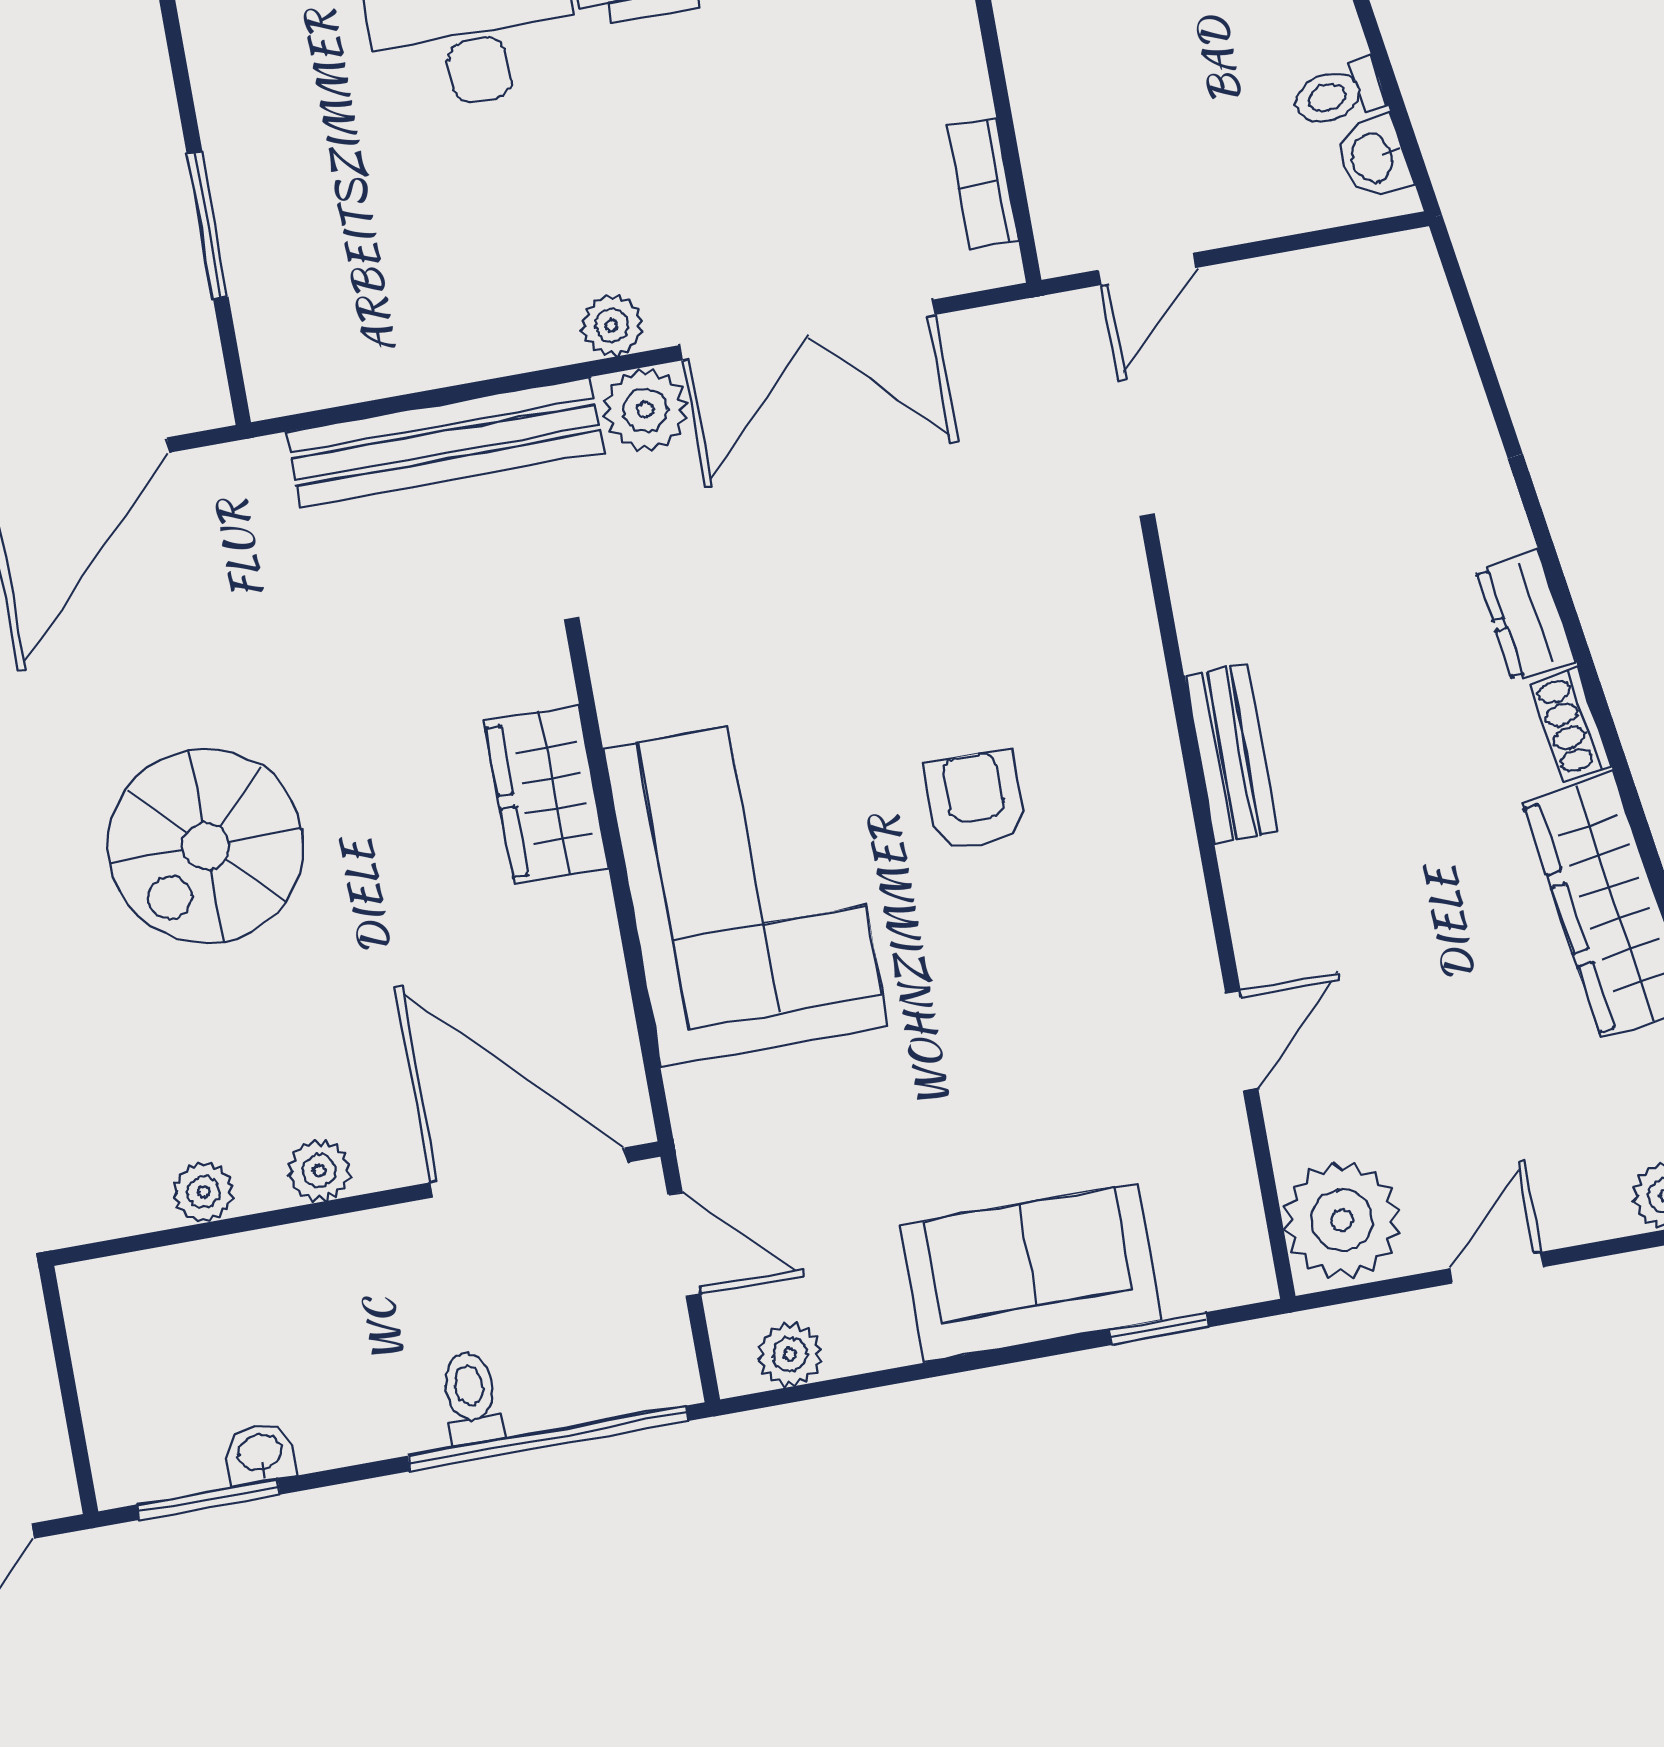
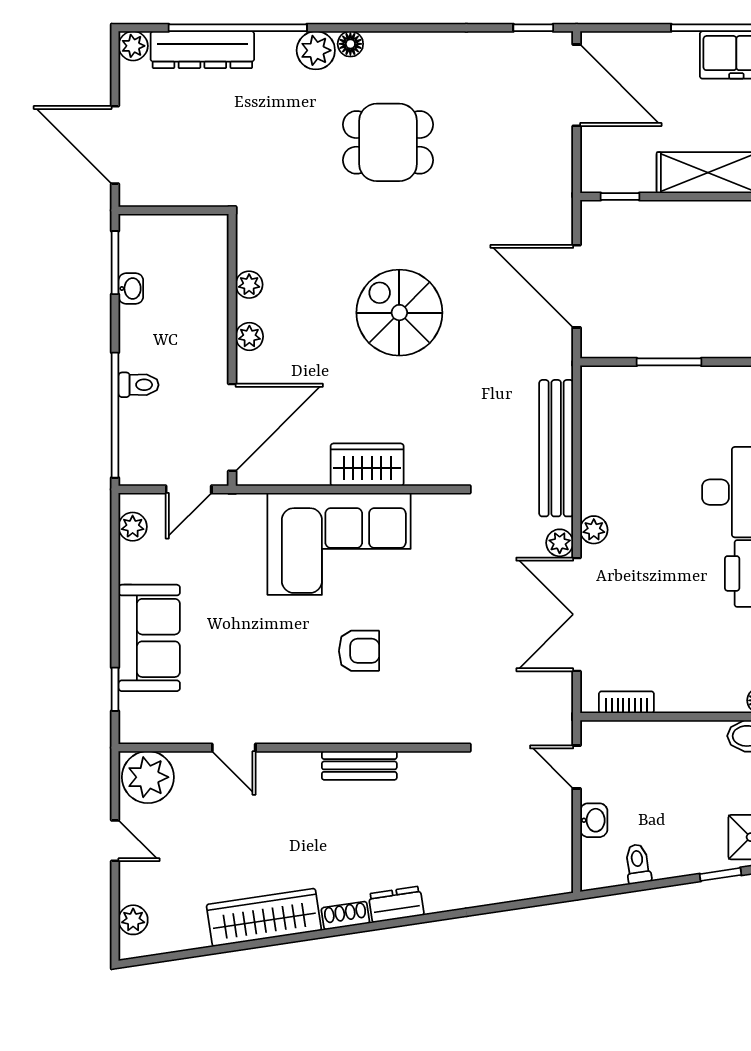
washbasin: (1373, 157) -> (594, 820), moved, turned 98
plant: (645, 410) -> (560, 543), width x0.73, depth x0.73
wardrobe: (547, 795) -> (367, 465), moved

